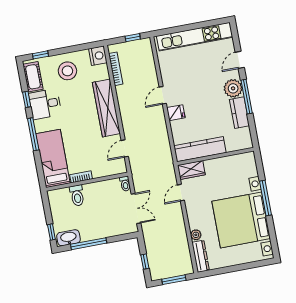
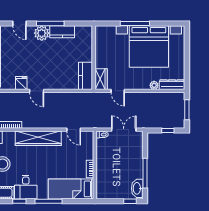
fridge: (176, 113) -> (21, 83), moved
kitchen counter: (200, 149) -> (86, 76), width x0.67
toilet: (77, 196) -> (104, 175), removed

